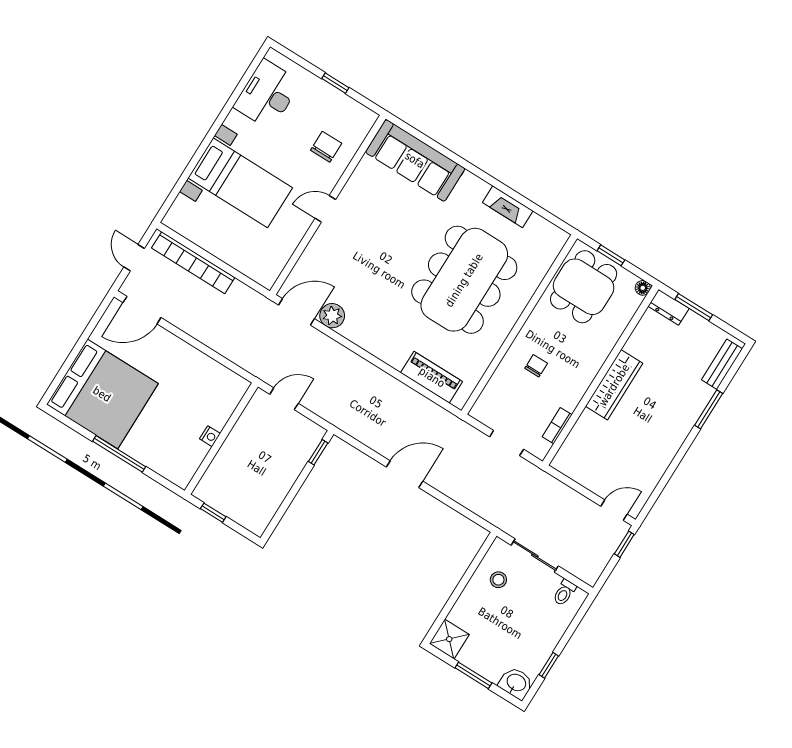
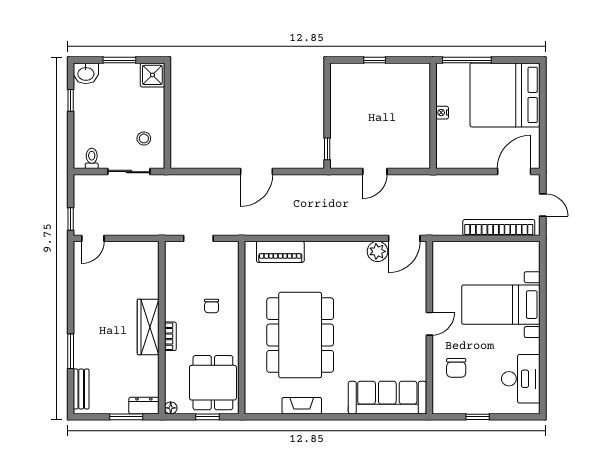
bookcase: (557, 426) -> (170, 336), moved
nightstand: (210, 436) -> (442, 113), moved
wall: (221, 439) -> (433, 116), moved

